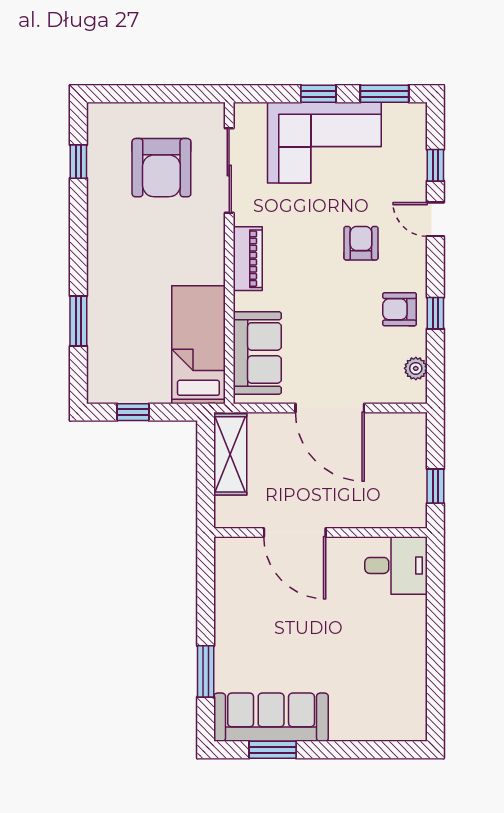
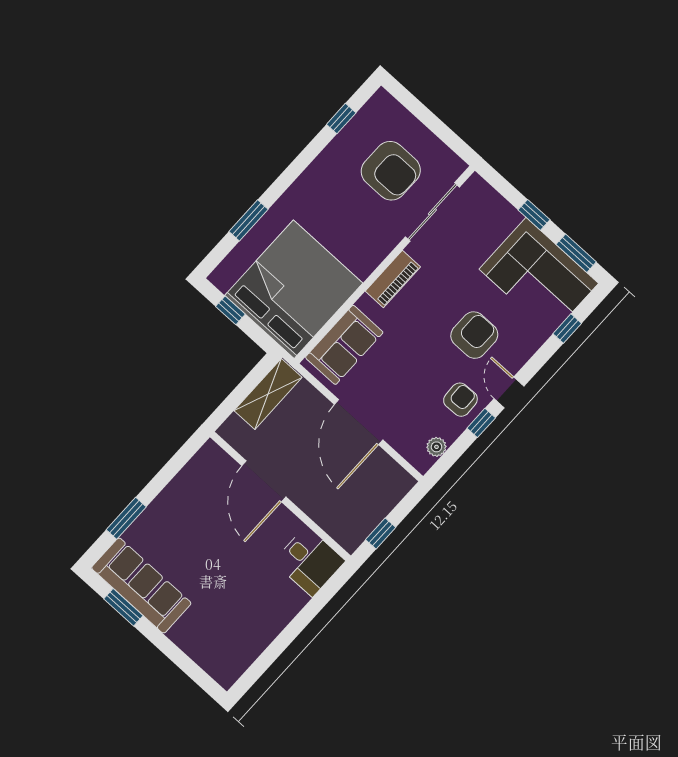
corner sofa: (324, 143) -> (539, 276), moved
armchair: (161, 168) -> (391, 171), turned -90
door: (435, 219) -> (509, 392), moved
armchair: (361, 243) -> (474, 335), width x1.38, depth x1.38
armchair: (400, 309) -> (460, 400), turned 88
bed: (198, 345) -> (294, 289), width x2.04

